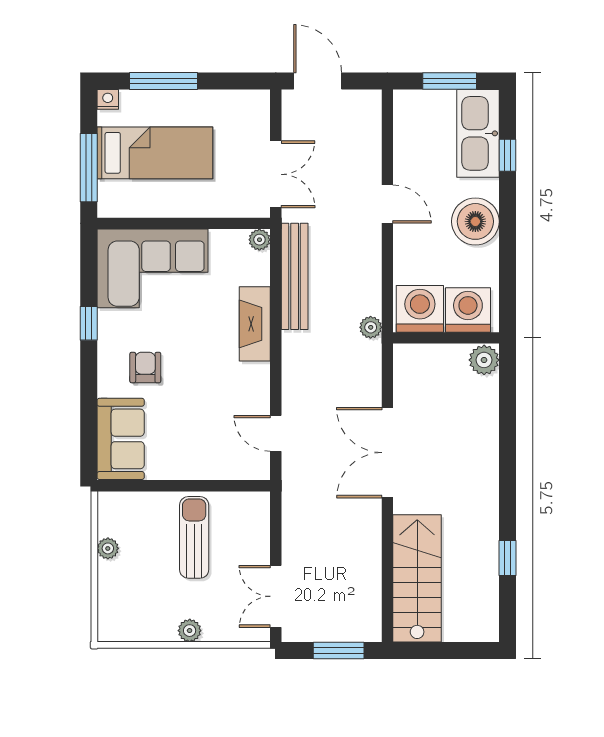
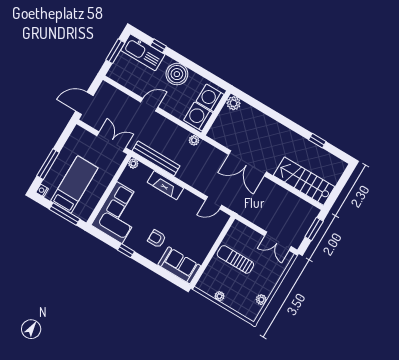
plant: (190, 631) -> (261, 300), moved

